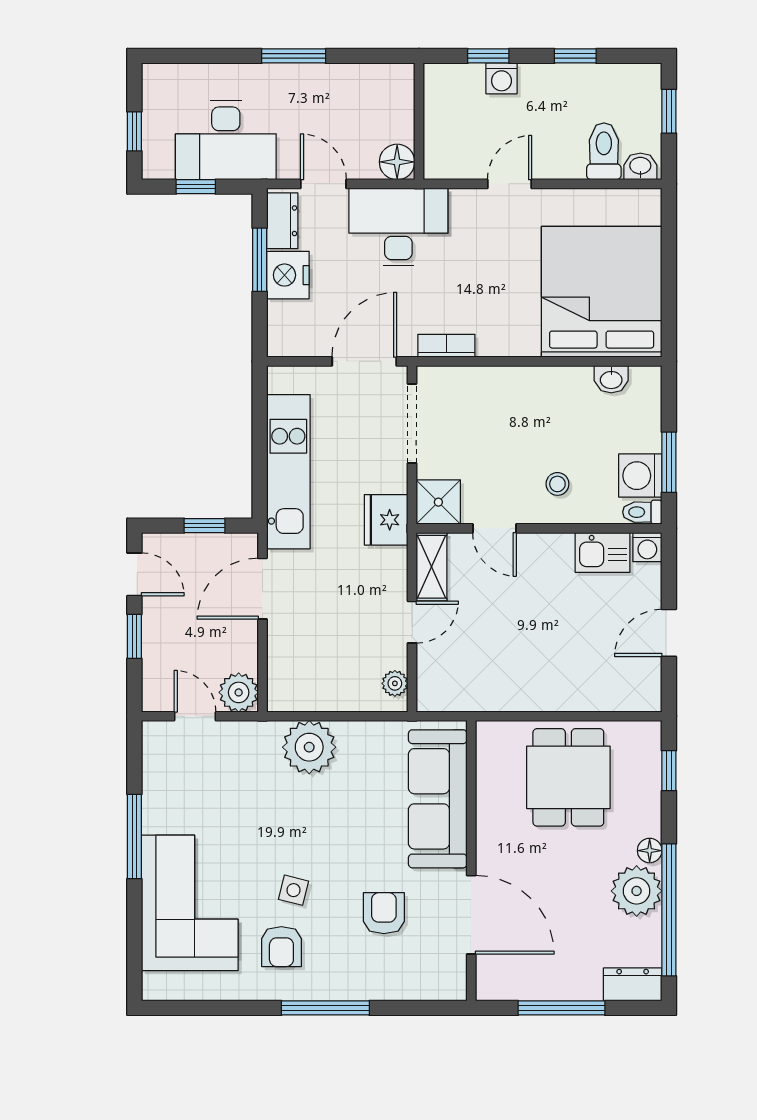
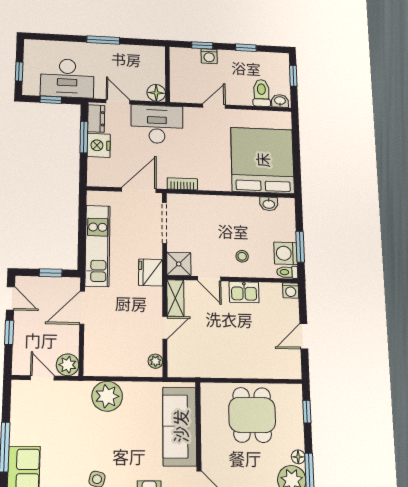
kitchen sink: (603, 552) -> (244, 292), moved

